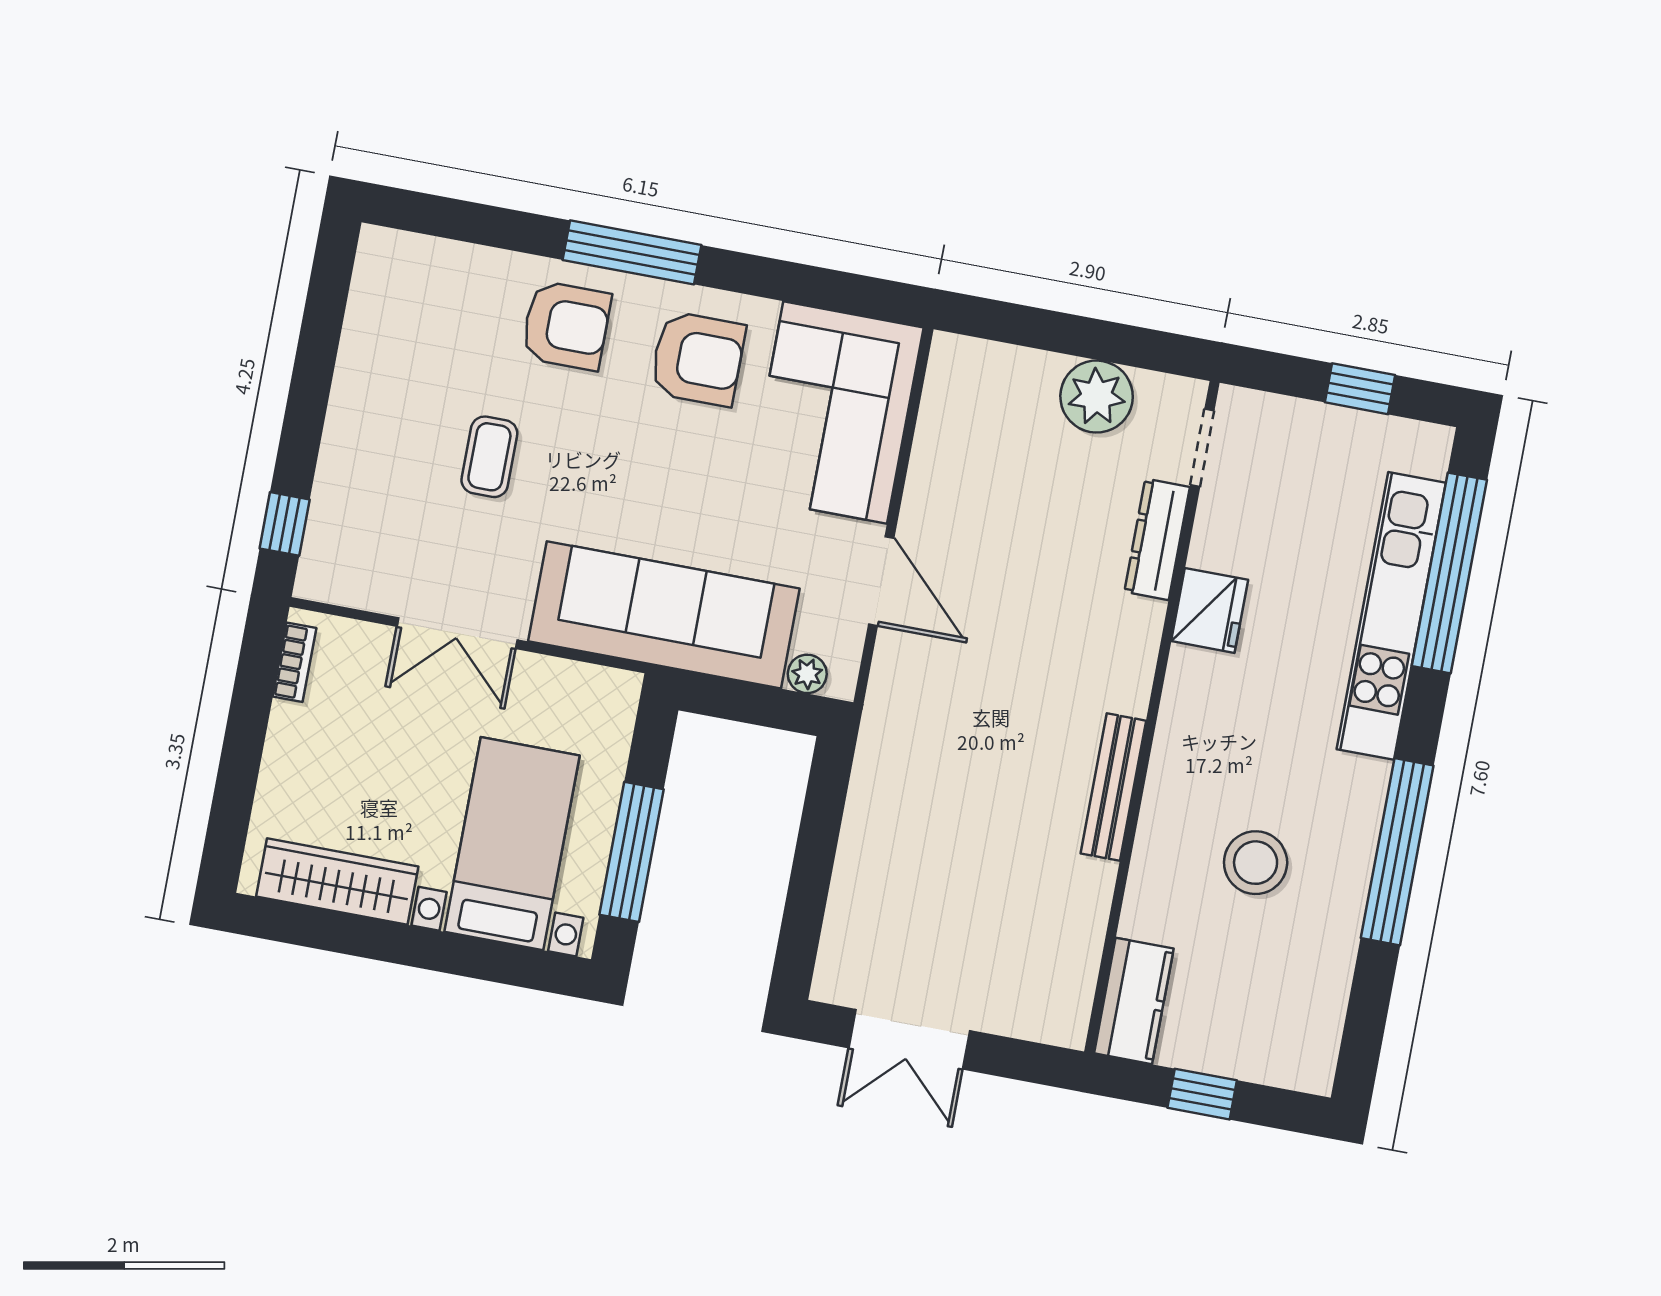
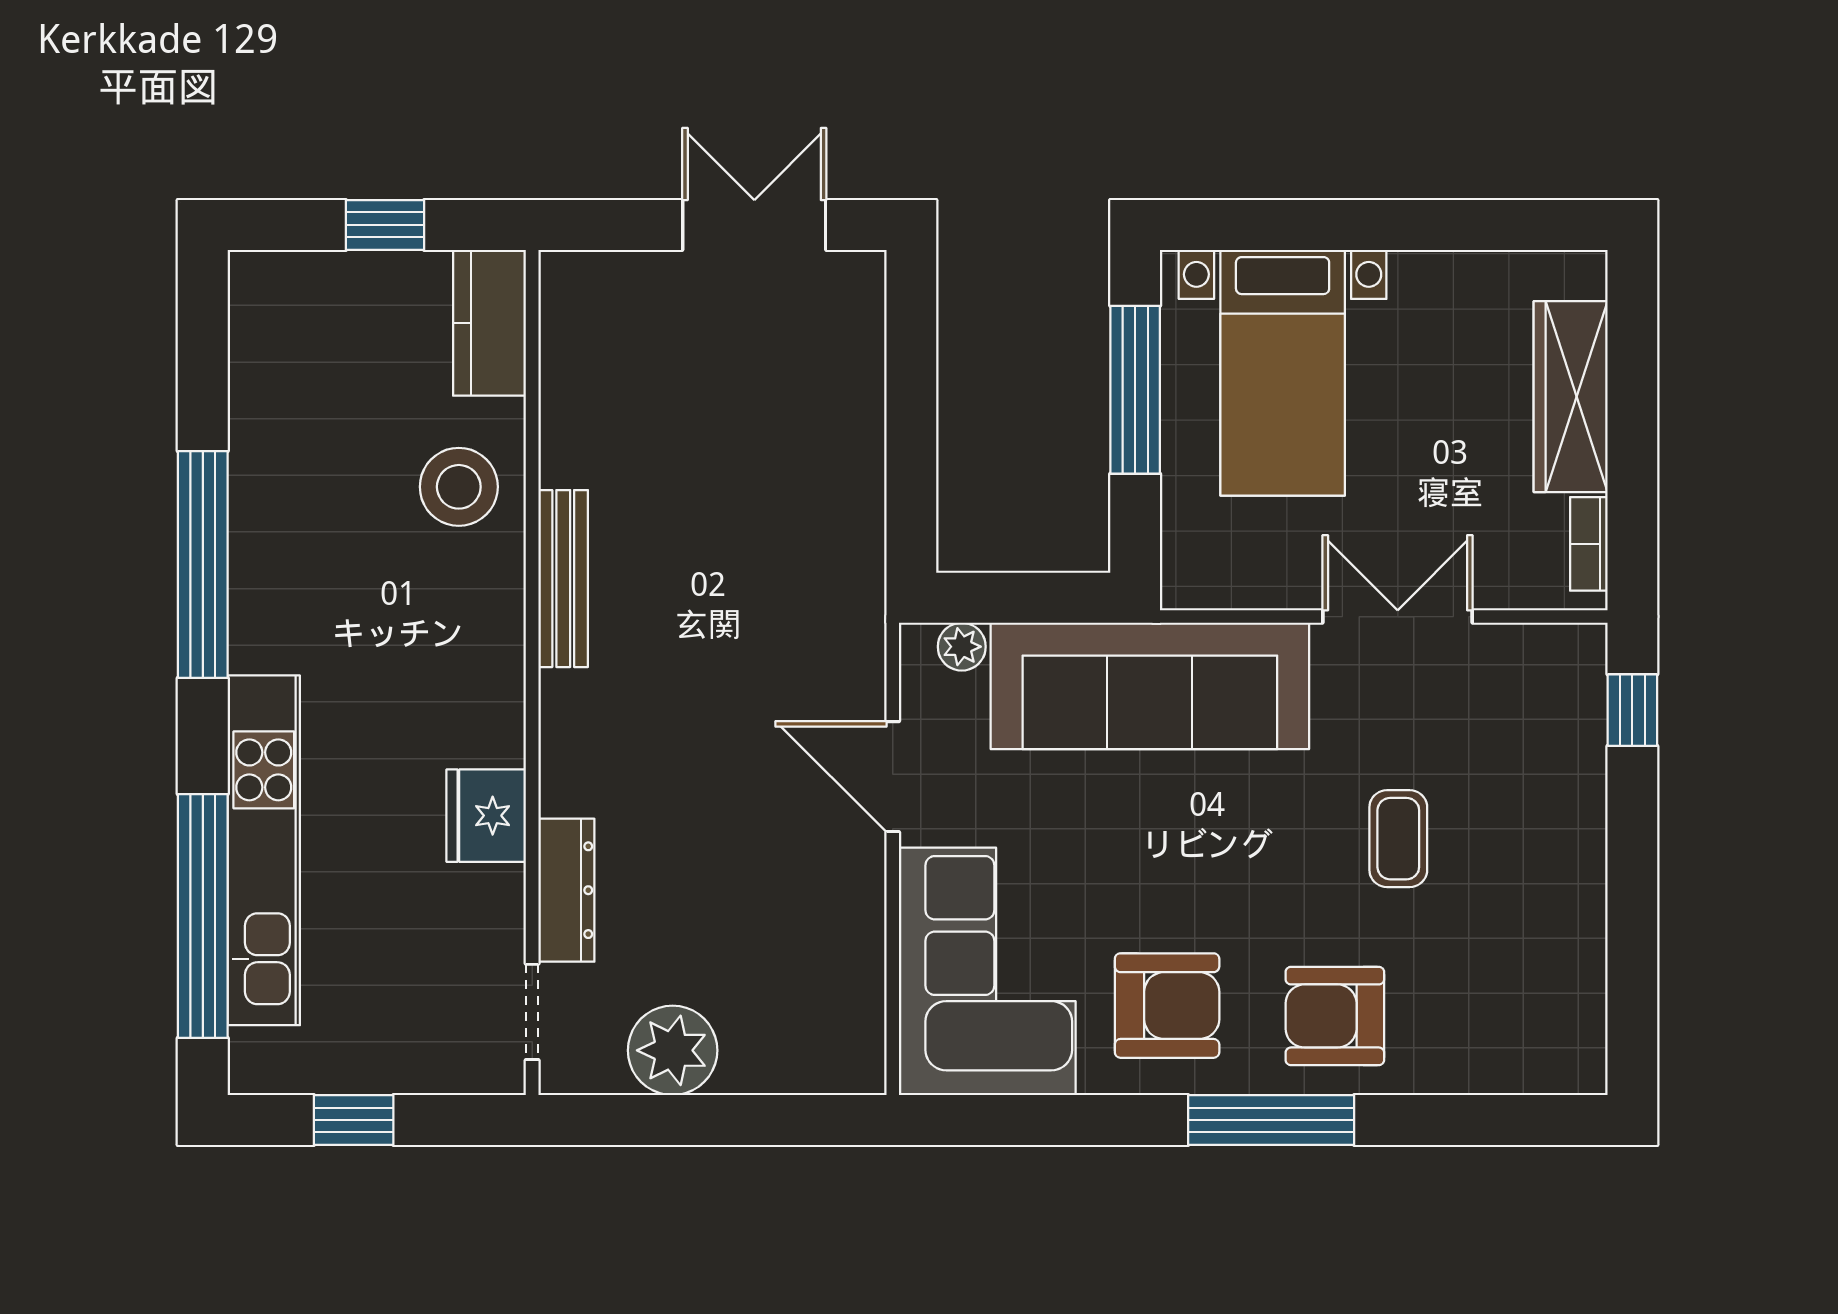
armchair: (698, 359) -> (1167, 1006), turned 180
stool: (1256, 863) -> (459, 487), moved
wardrobe: (337, 881) -> (1571, 397), moved, turned 90

